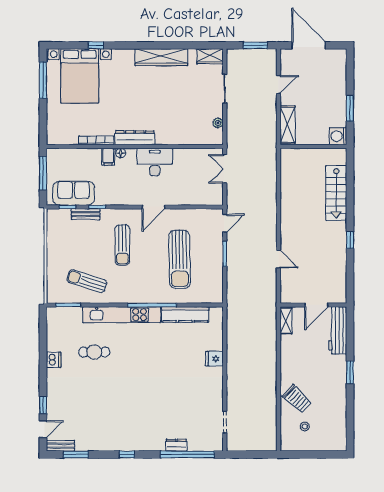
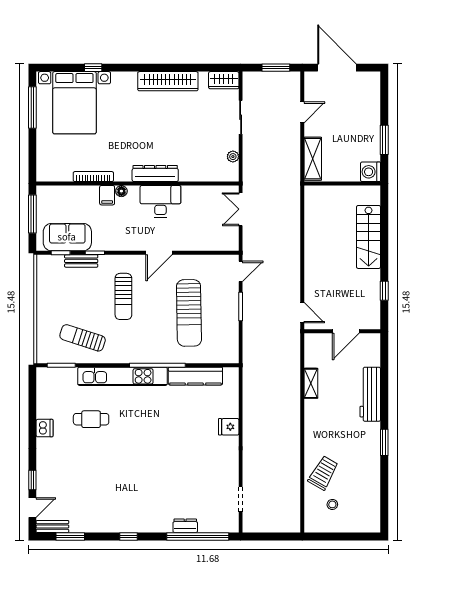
dresser: (135, 138) -> (155, 174), moved
wall: (313, 305) -> (342, 331), moved
door: (316, 305) -> (346, 331), moved
trolley: (297, 399) -> (323, 473), turned -103

